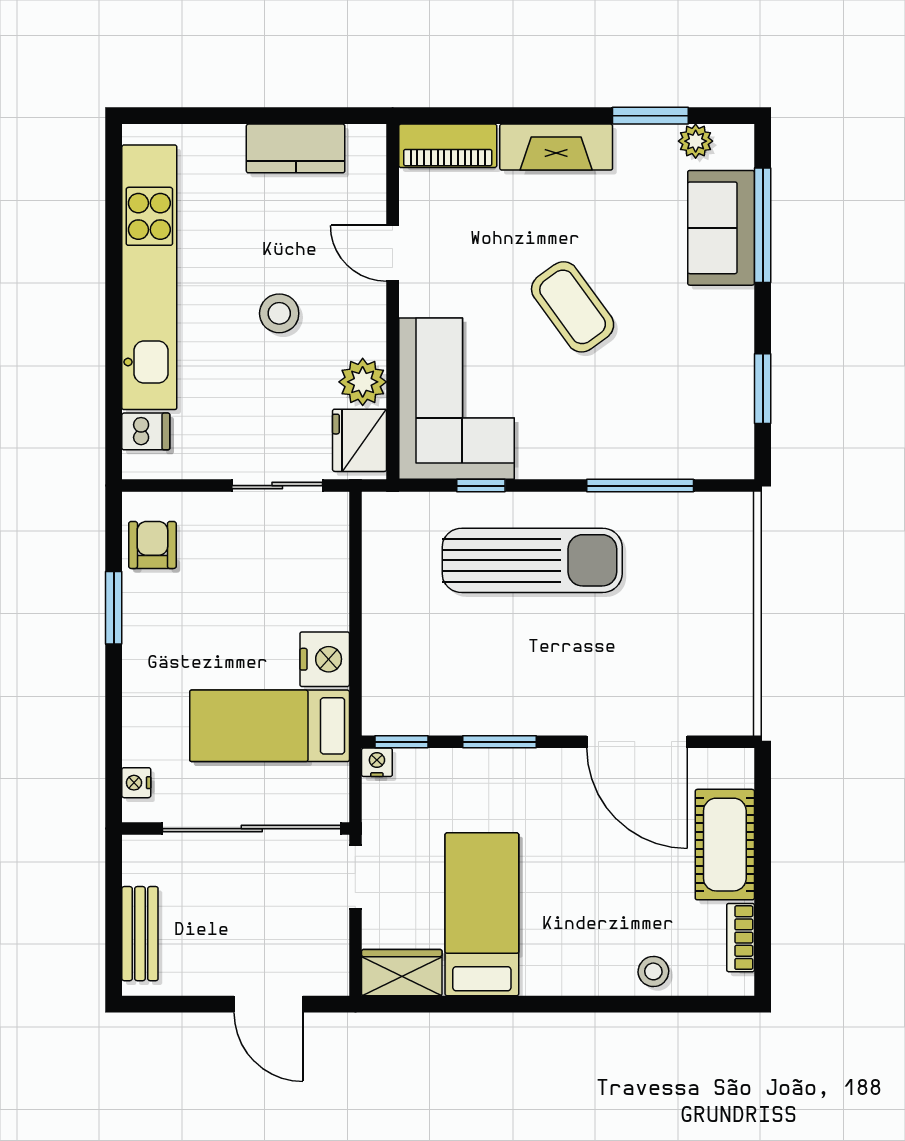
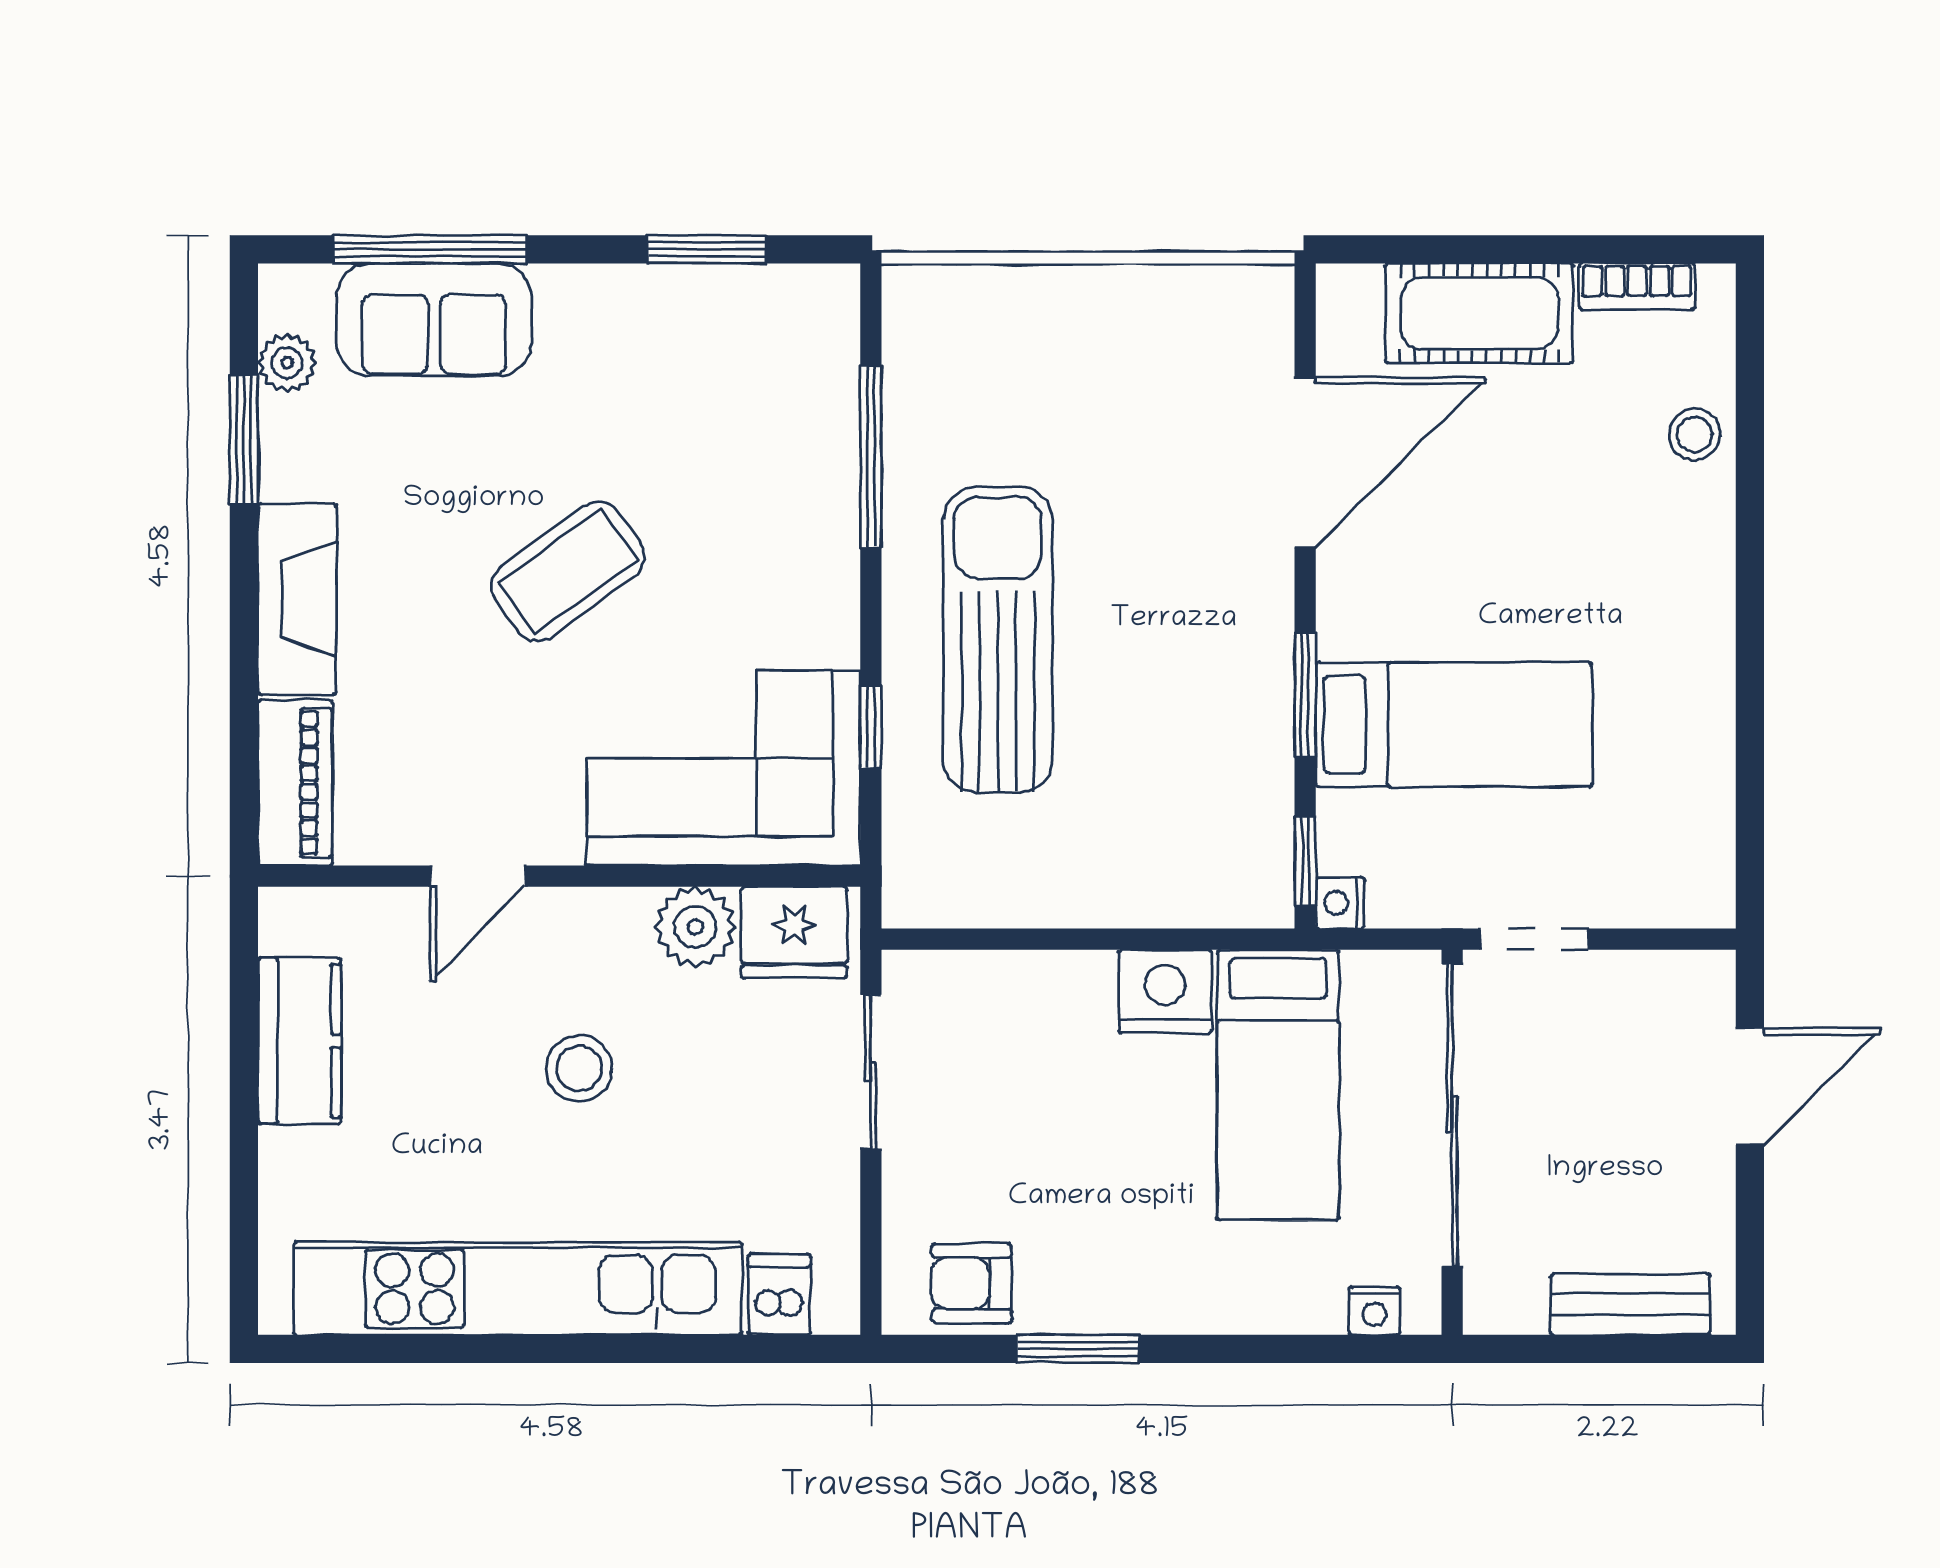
bed: (482, 914) -> (1454, 725), moved, turned 180
wardrobe: (402, 973) -> (1696, 861), removed

